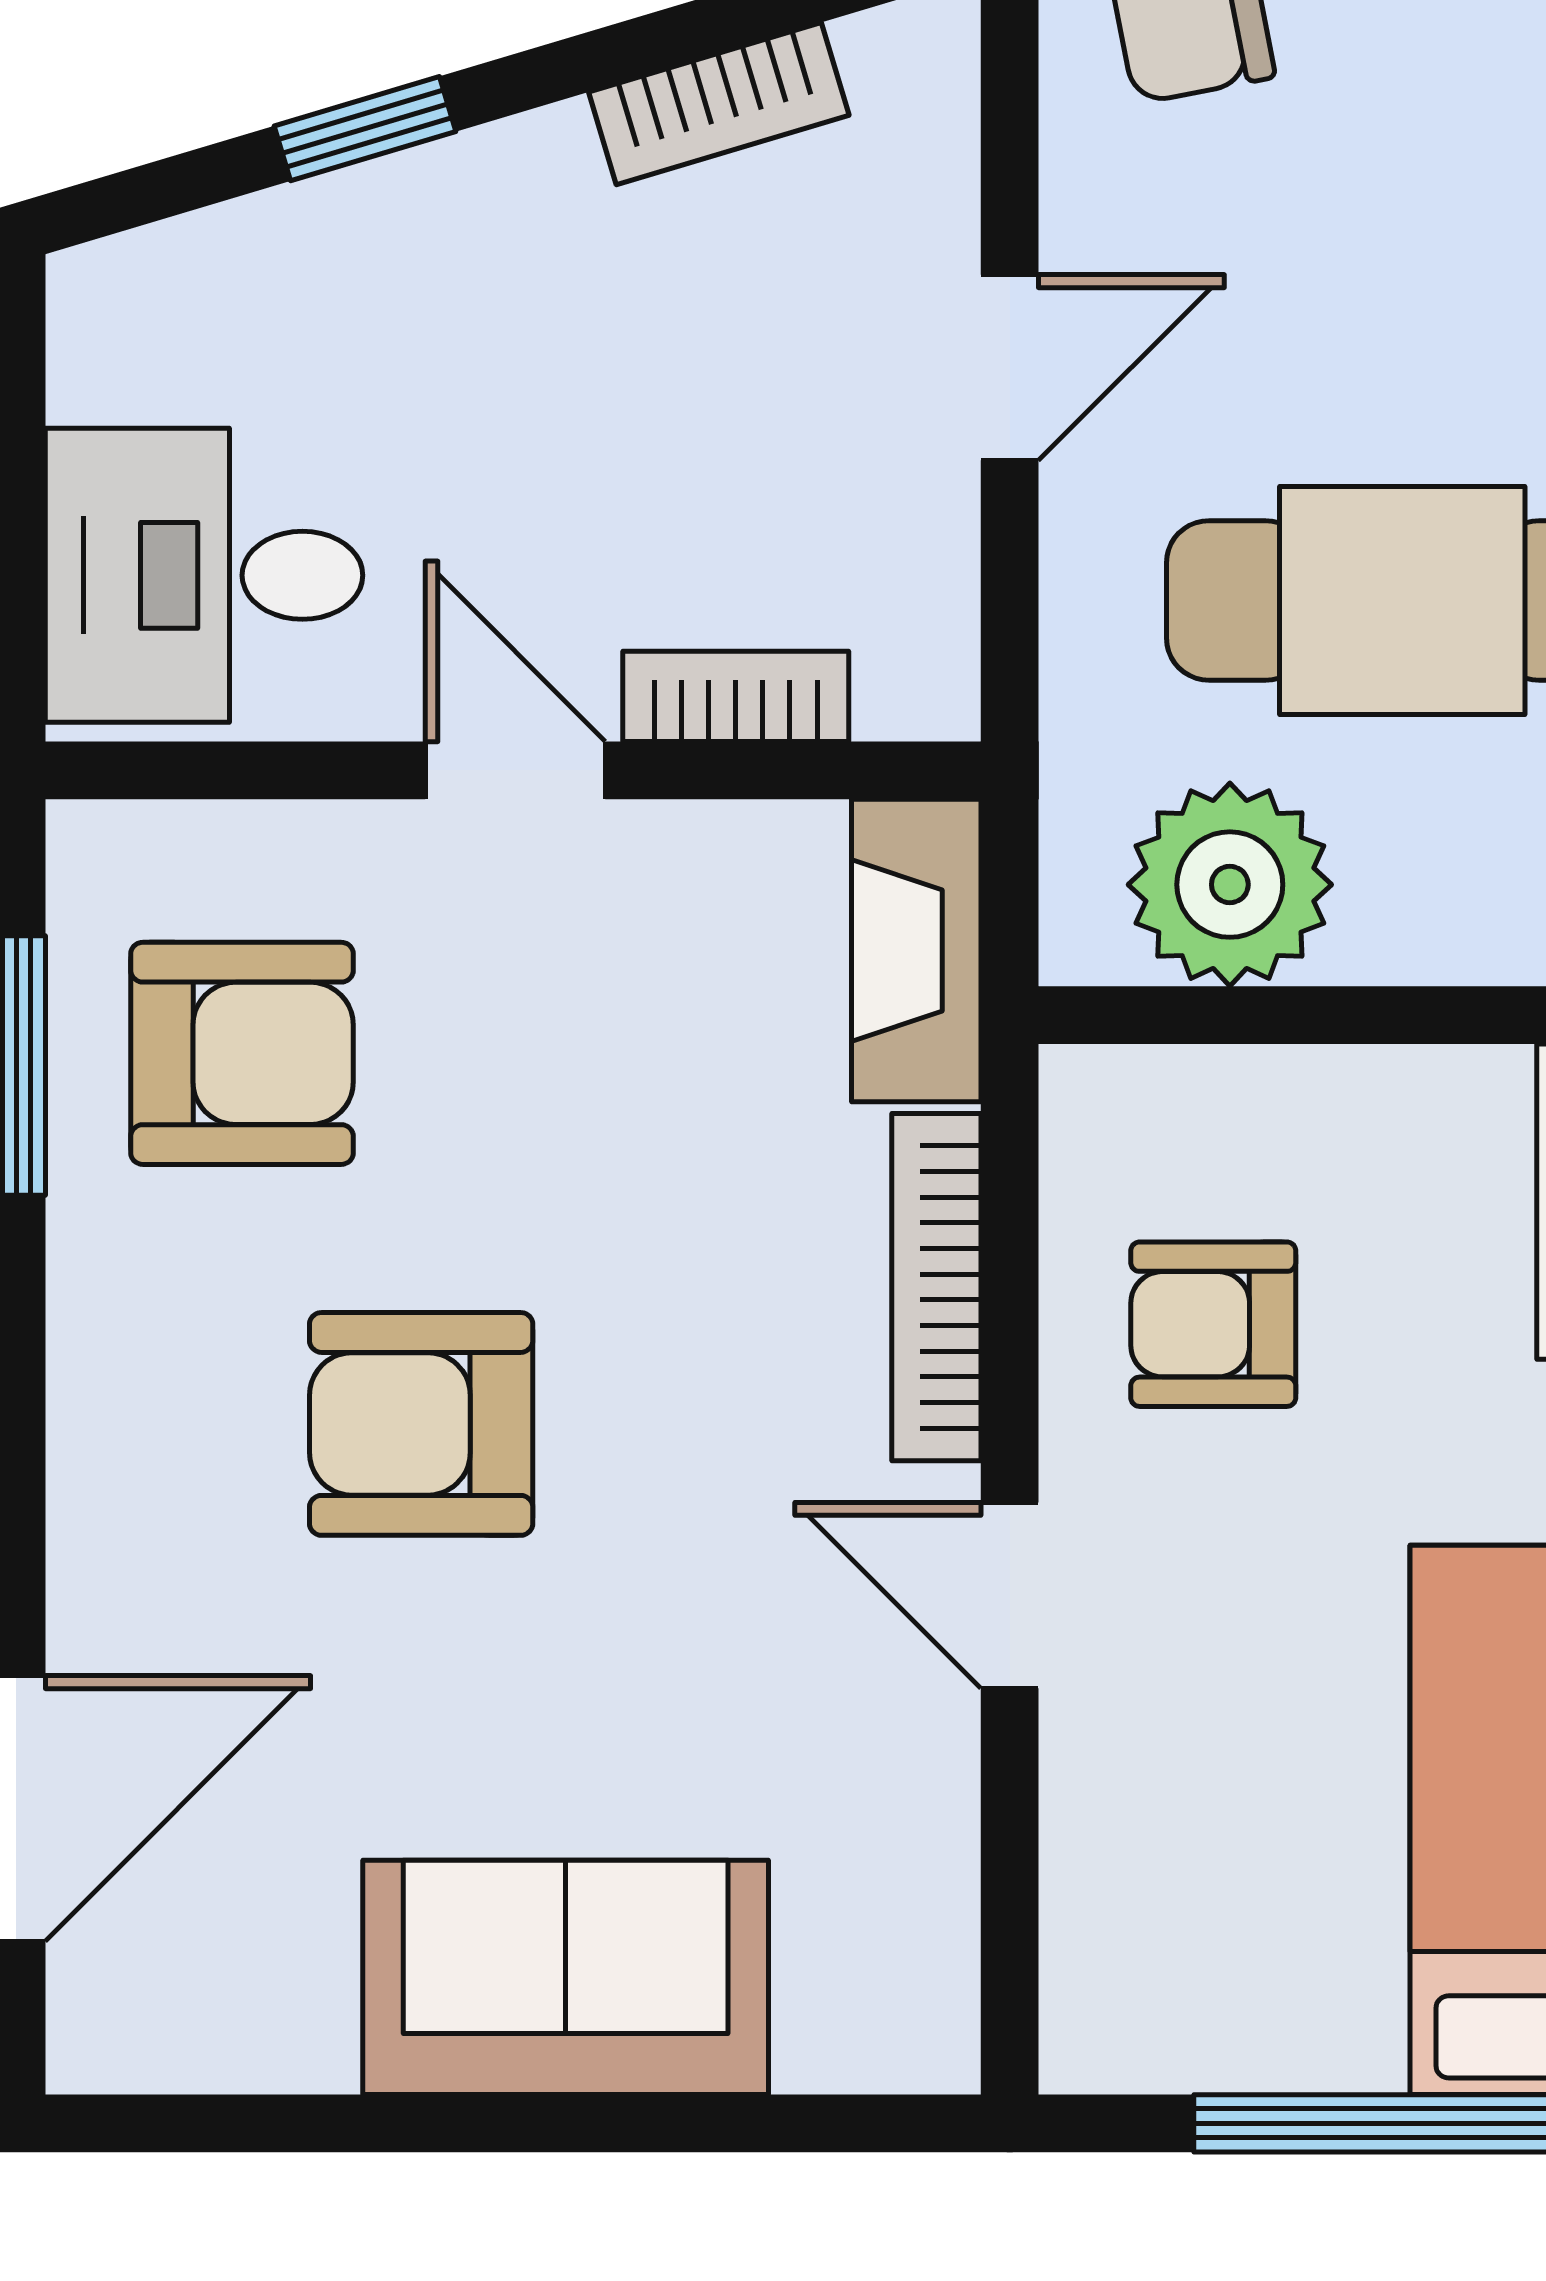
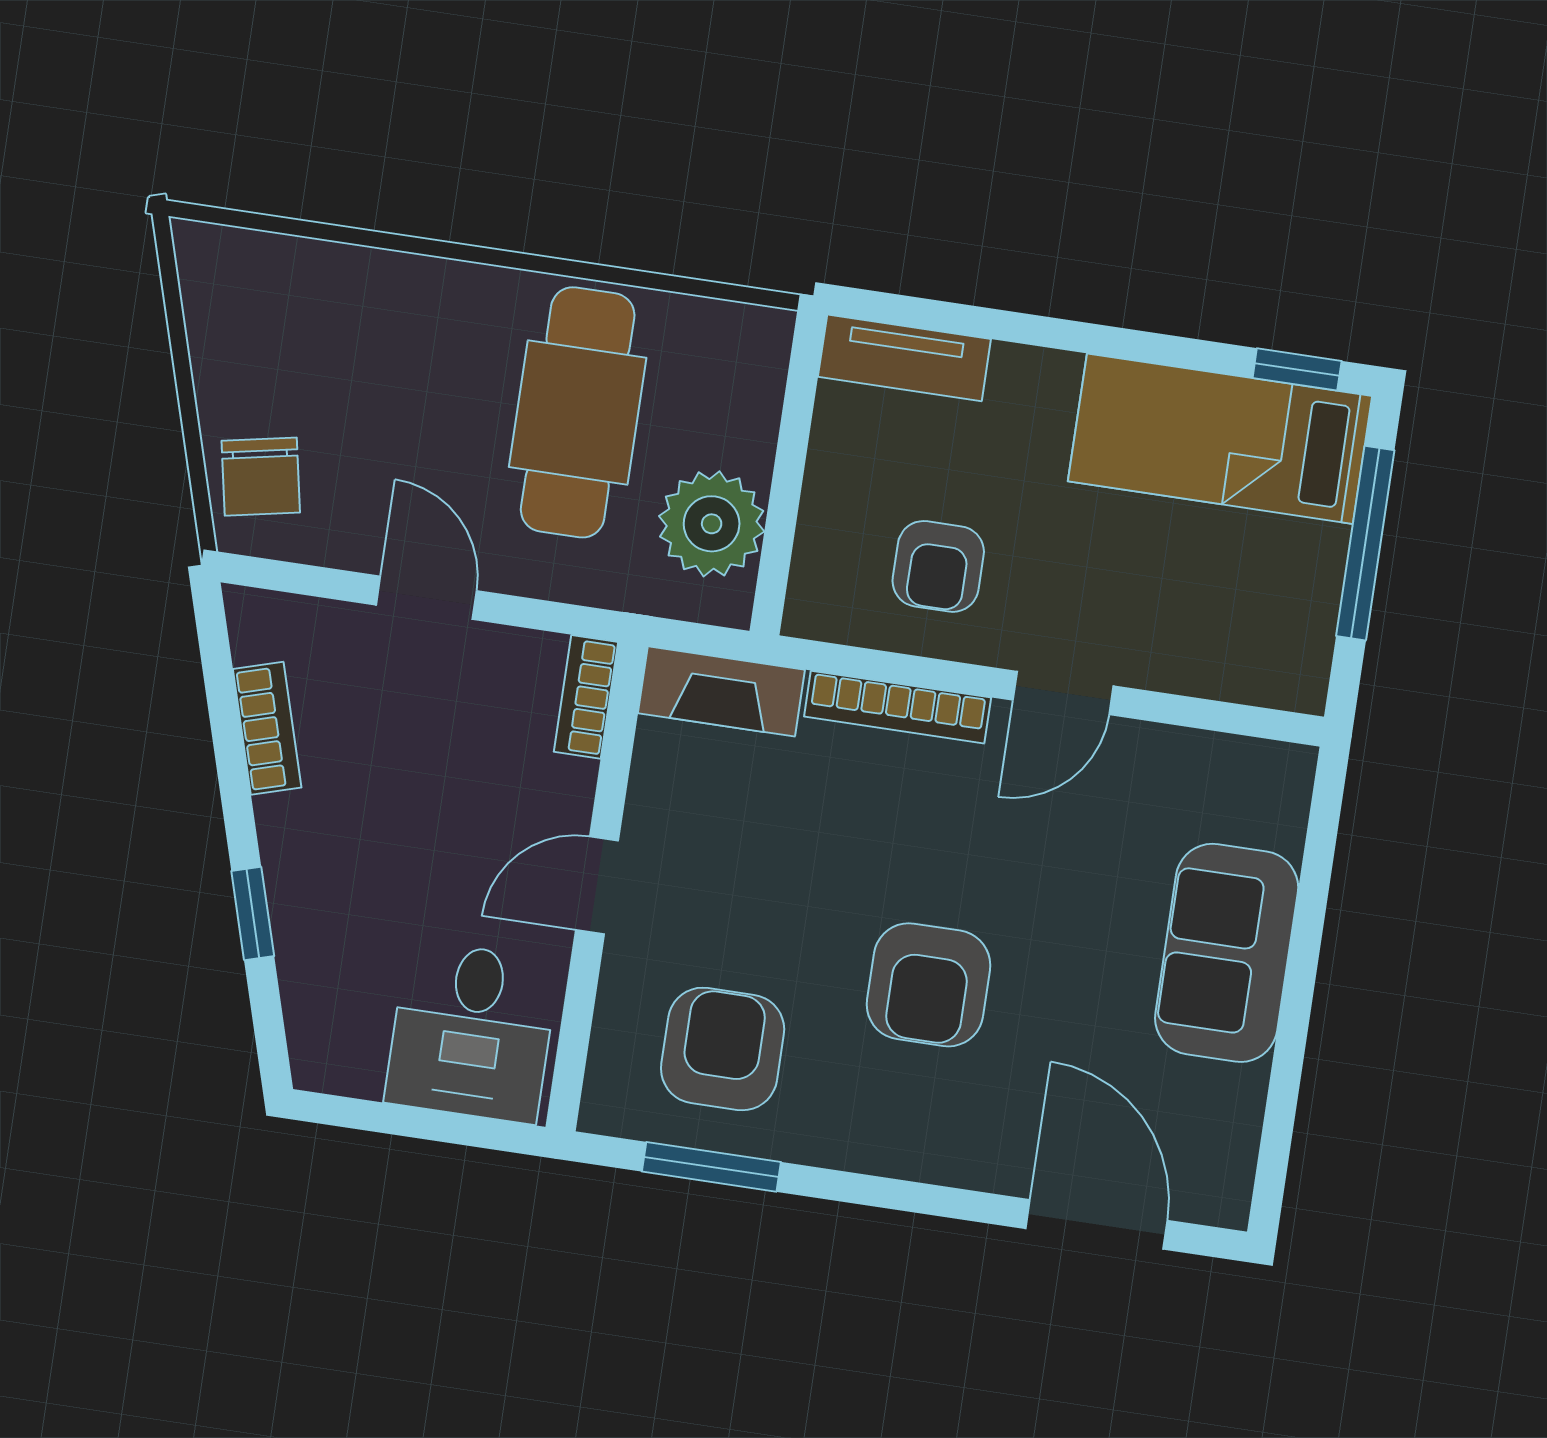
bookcase: (736, 696) -> (586, 697), moved

